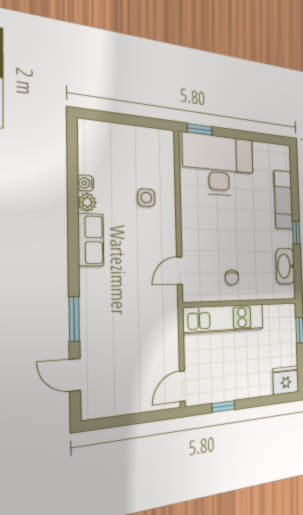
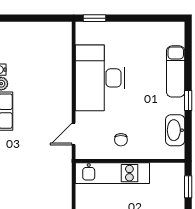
desk: (219, 165) -> (100, 78), moved, turned -90
side table: (146, 198) -> (47, 77), removed

